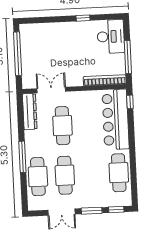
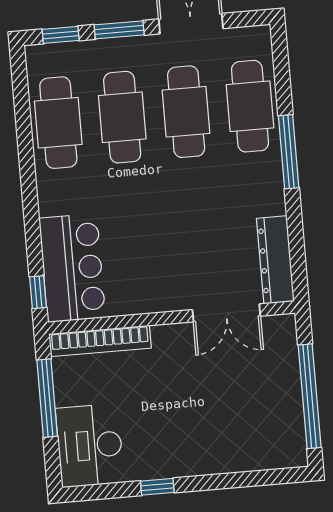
bar counter: (116, 119) -> (72, 268), width x0.73
cafe table: (63, 126) -> (122, 117), moved

